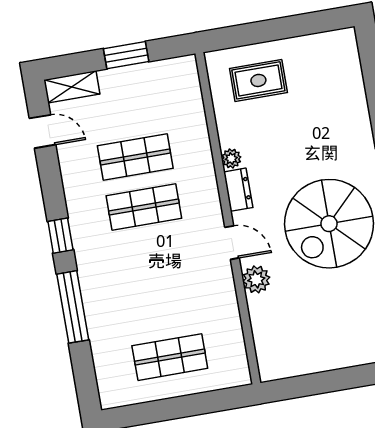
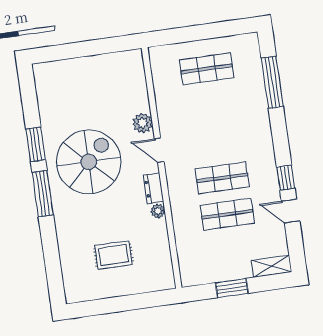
rug: (258, 80) -> (113, 255), moved
door: (42, 131) -> (291, 211), moved
window: (60, 236) -> (286, 178), moved
window: (73, 307) -> (272, 82), moved

